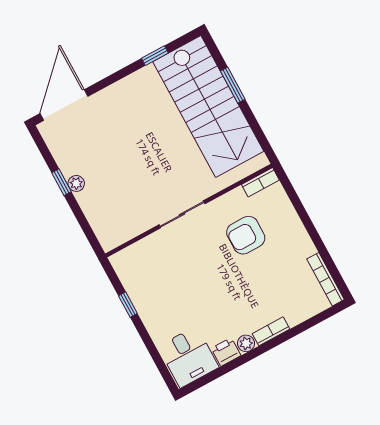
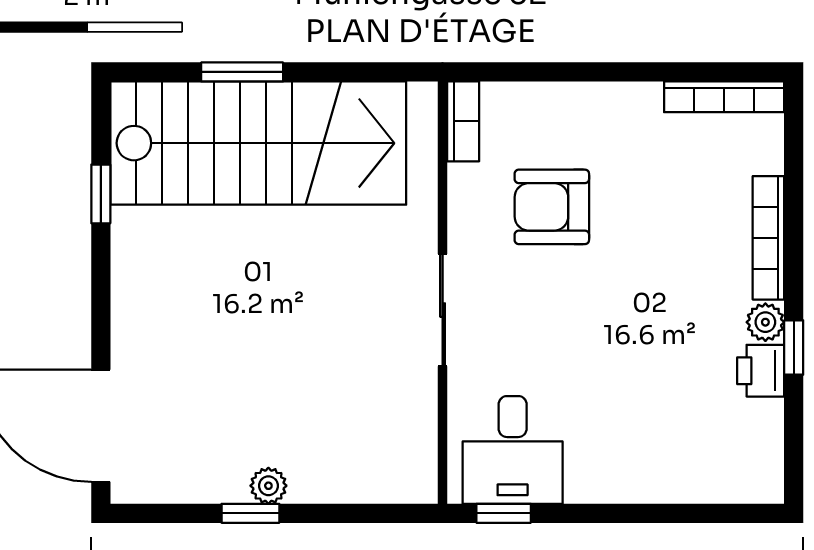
armchair: (246, 235) -> (552, 207), turned 90
window: (128, 305) -> (504, 513), moved
bookcase: (271, 331) -> (768, 238), width x1.56
desk: (188, 357) -> (513, 450), moved, turned 90
window: (242, 360) -> (794, 348), added

